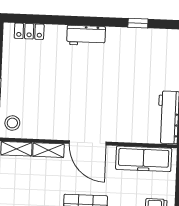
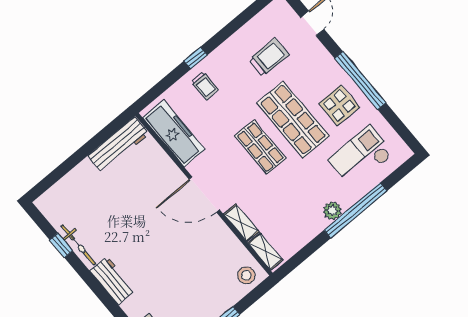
bicycle: (128, 34) -> (78, 245), added
door: (88, 143) -> (204, 195), swing flipped

